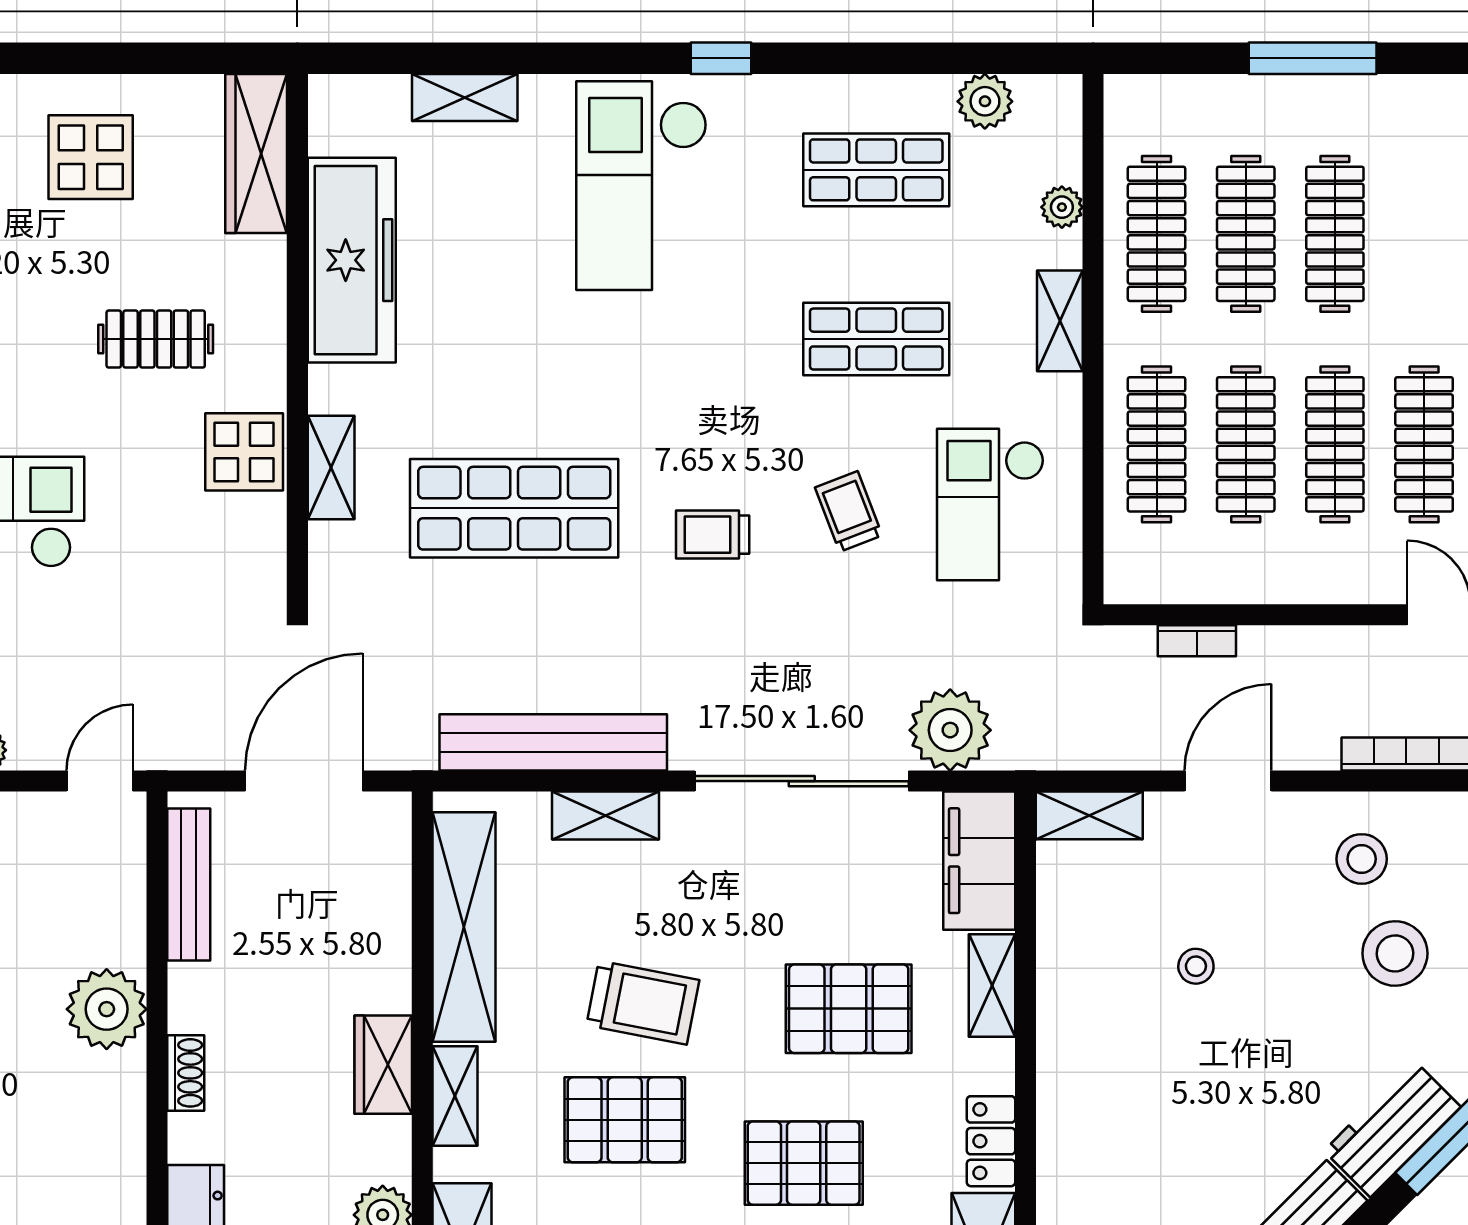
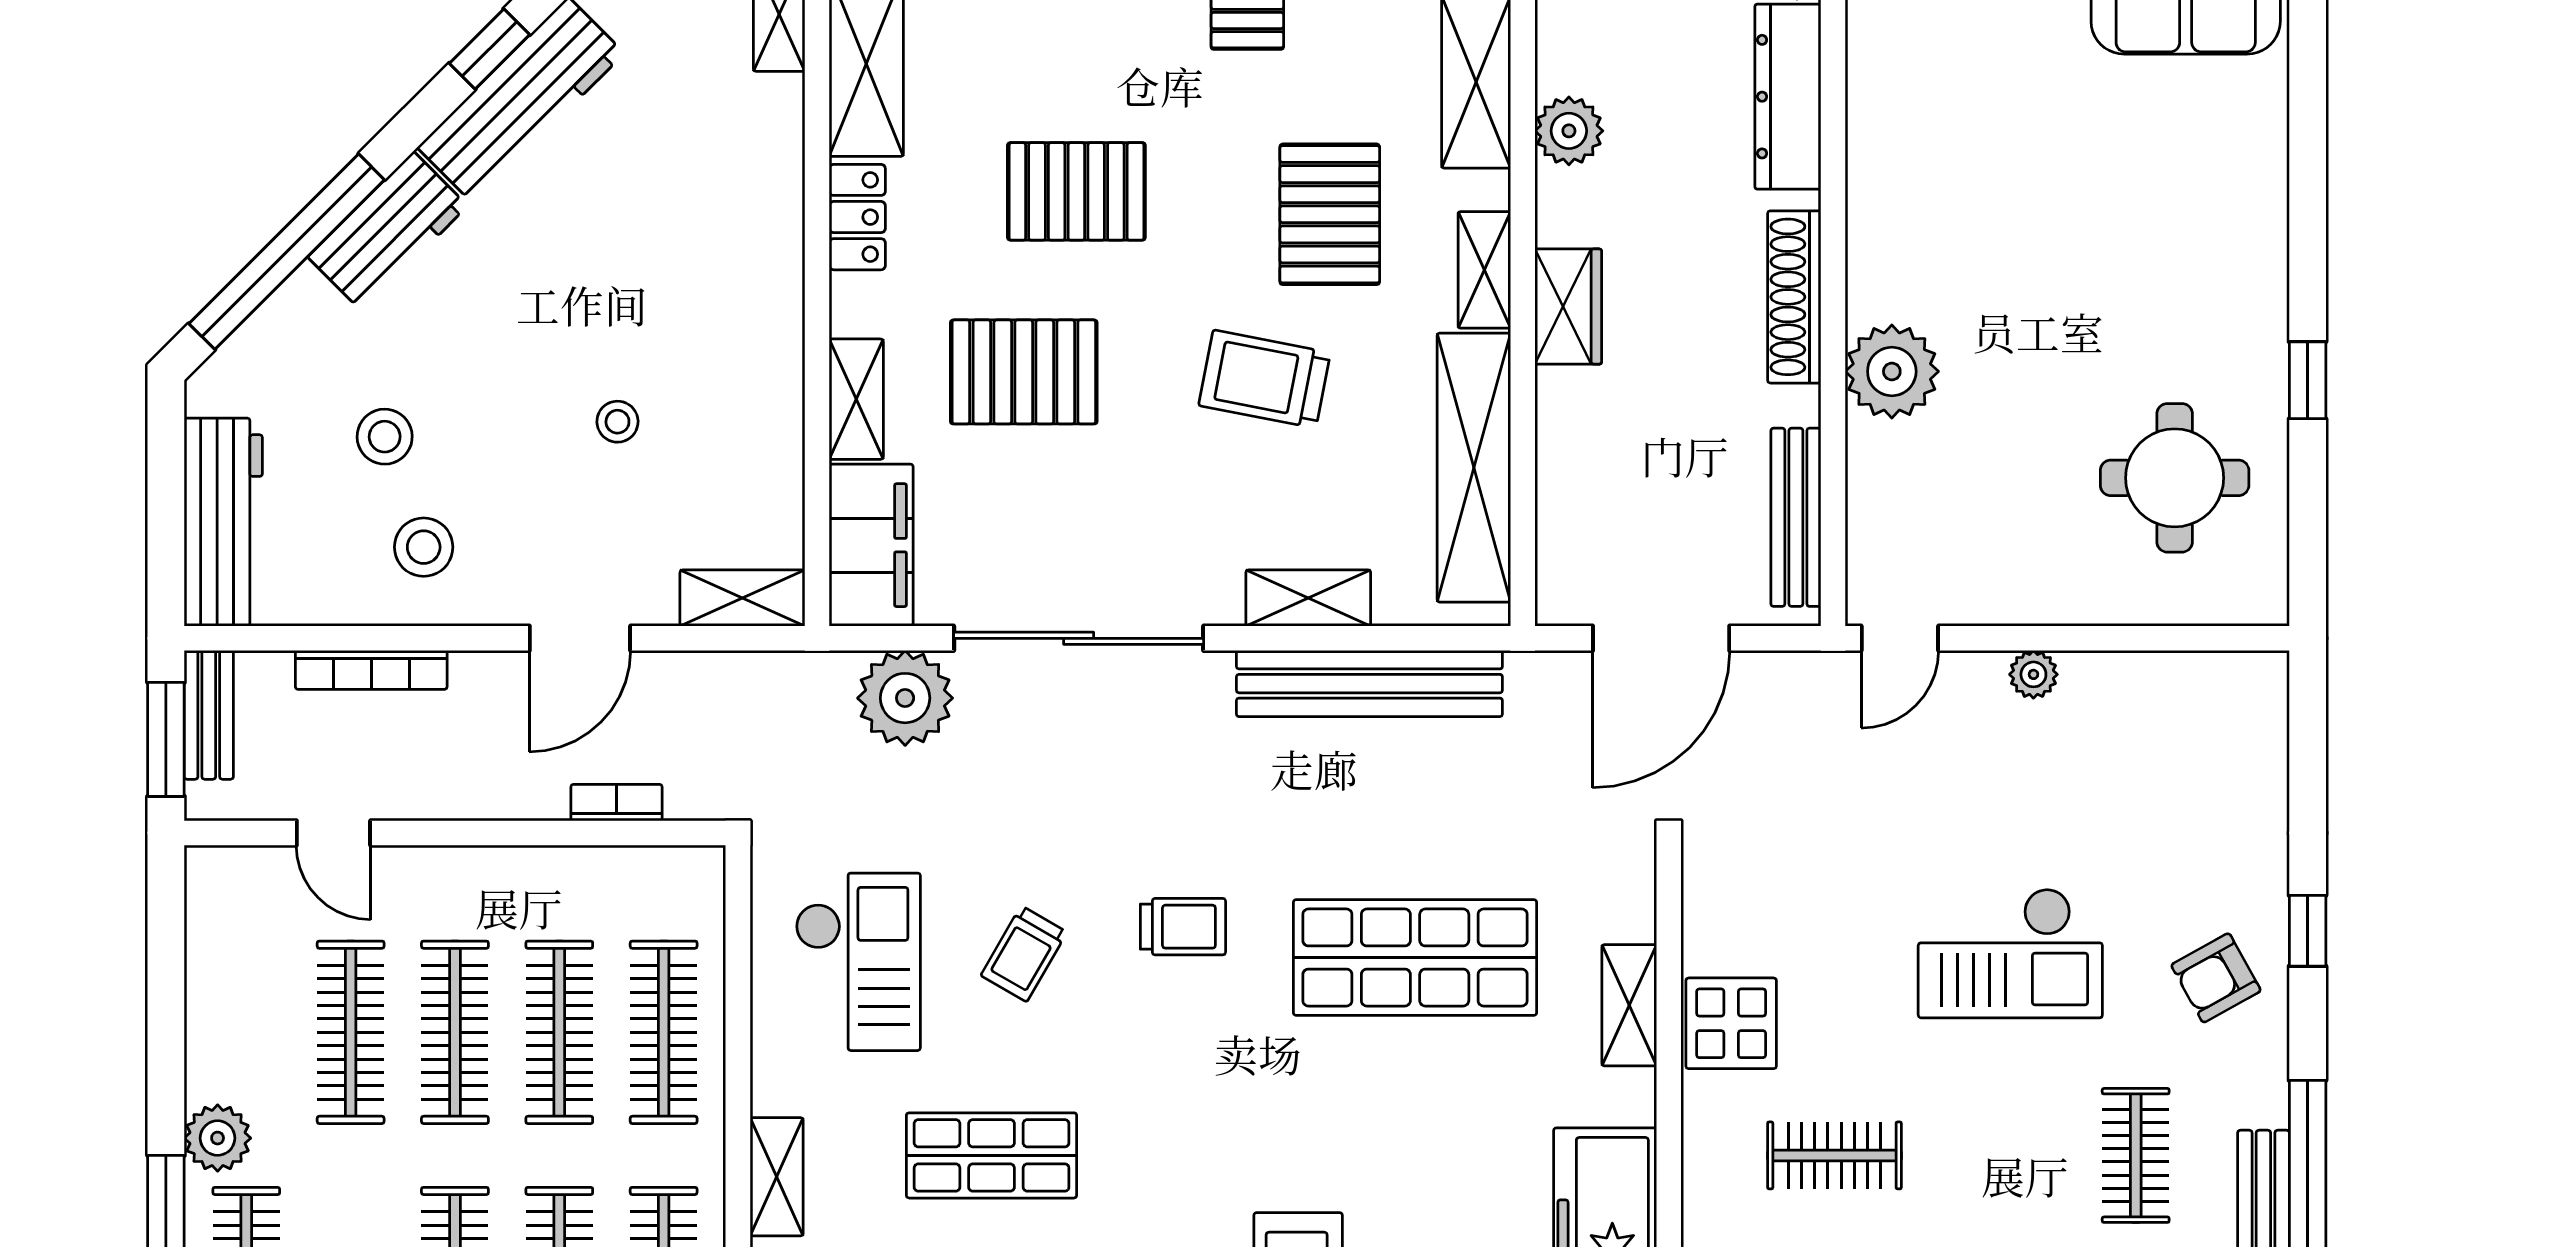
trolley: (849, 511) -> (1024, 954), turned 51
stool: (1395, 953) -> (385, 437), width x0.73, depth x0.73
shoe rack: (186, 1073) -> (1794, 297), width x1.94, depth x1.24
pallet: (625, 1120) -> (1330, 214), moved, turned 90

